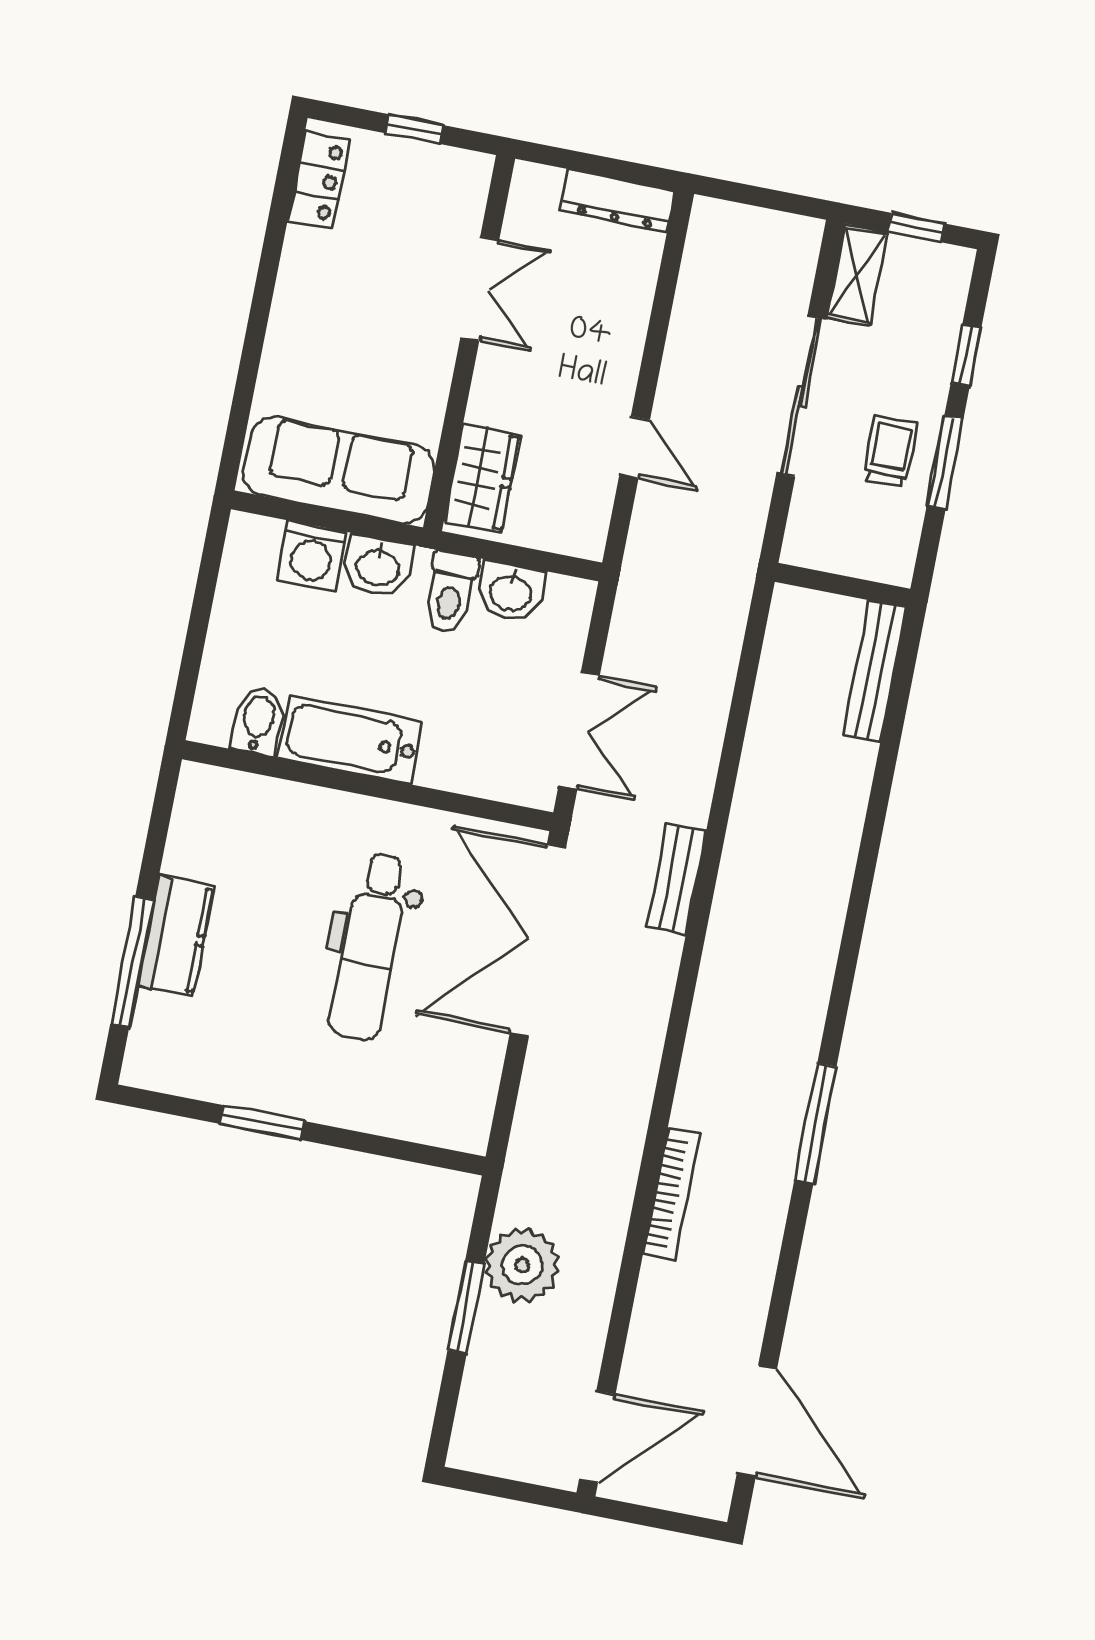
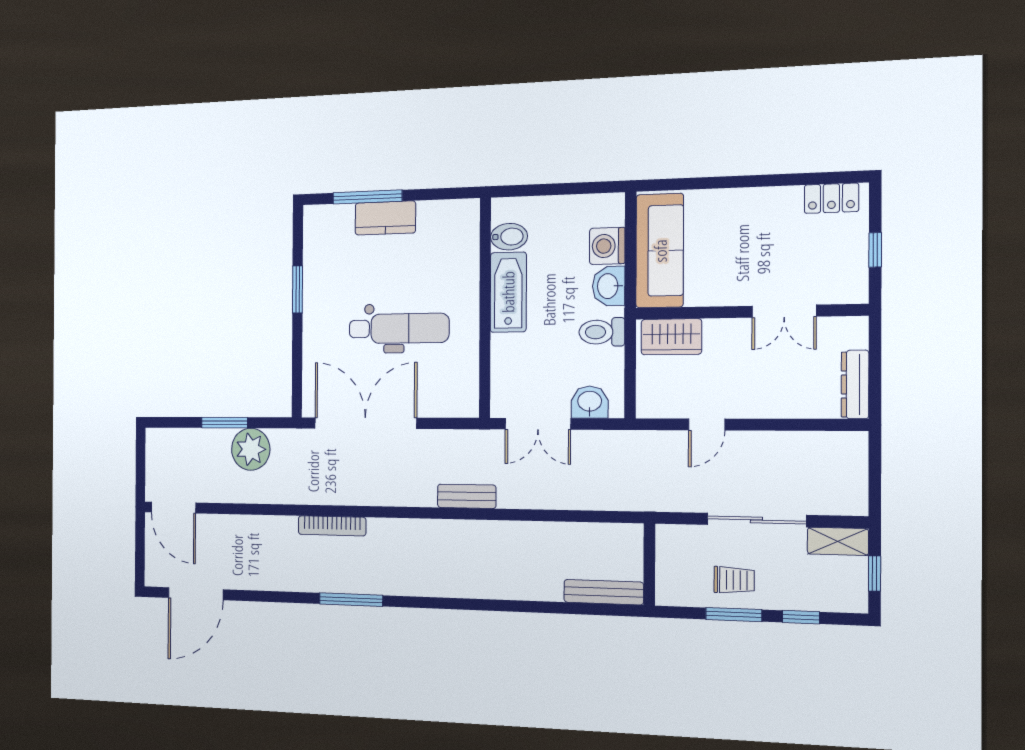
washbasin: (511, 592) -> (590, 402), moved, turned 90
double door: (538, 940) -> (365, 423), moved
dental chair: (370, 947) -> (399, 328), turned 180
bookcase: (671, 1194) -> (332, 526), moved

